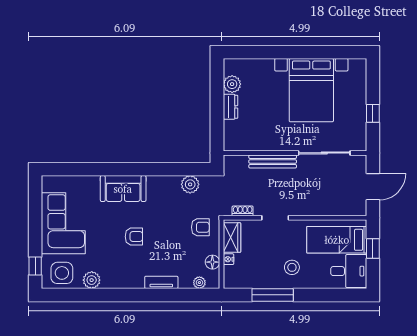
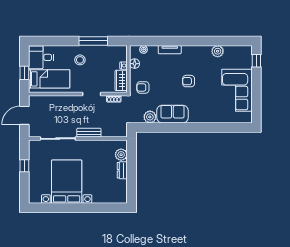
plant: (232, 84) -> (121, 155), moved
bench: (273, 161) -> (89, 133), width x0.73
sofa: (123, 189) -> (172, 114), moved
side table: (62, 273) -> (238, 56), removed

